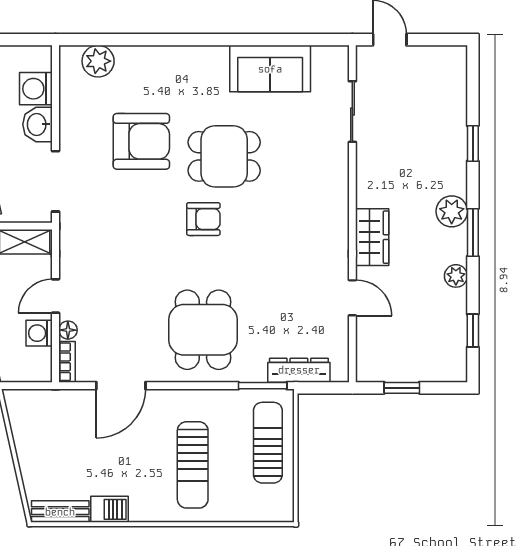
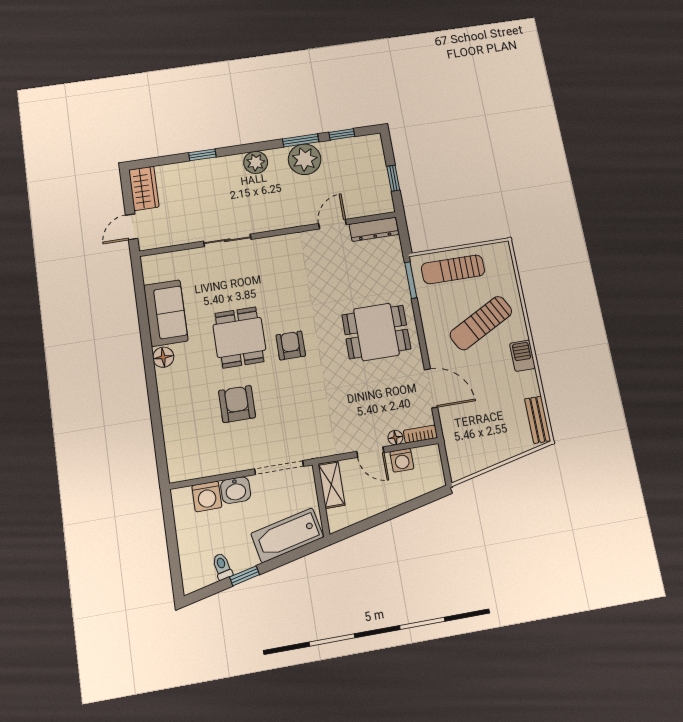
floor lamp: (215, 58) -> (163, 357), added
plant: (98, 61) -> (178, 449), removed
sliding door: (352, 112) -> (227, 240), moved
armchair: (141, 141) -> (237, 404), width x0.73, depth x0.73
window: (473, 233) -> (301, 140), moved
wardrobe: (372, 237) -> (144, 188), moved, turned 90
plant: (456, 276) -> (305, 159), width x1.88, depth x1.88
dresser: (299, 370) -> (374, 229), moved, turned -90
sun lounger: (193, 465) -> (481, 323), turned 152
barbecue: (110, 509) -> (522, 356), moved

